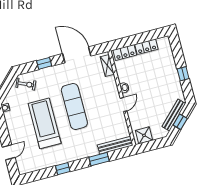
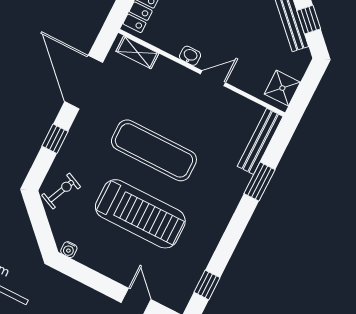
door: (77, 55) -> (84, 82), hinge flipped
door: (123, 105) -> (213, 78), hinge flipped
treadmill: (45, 123) -> (140, 214), turned 180
window: (63, 169) -> (207, 285), moved

